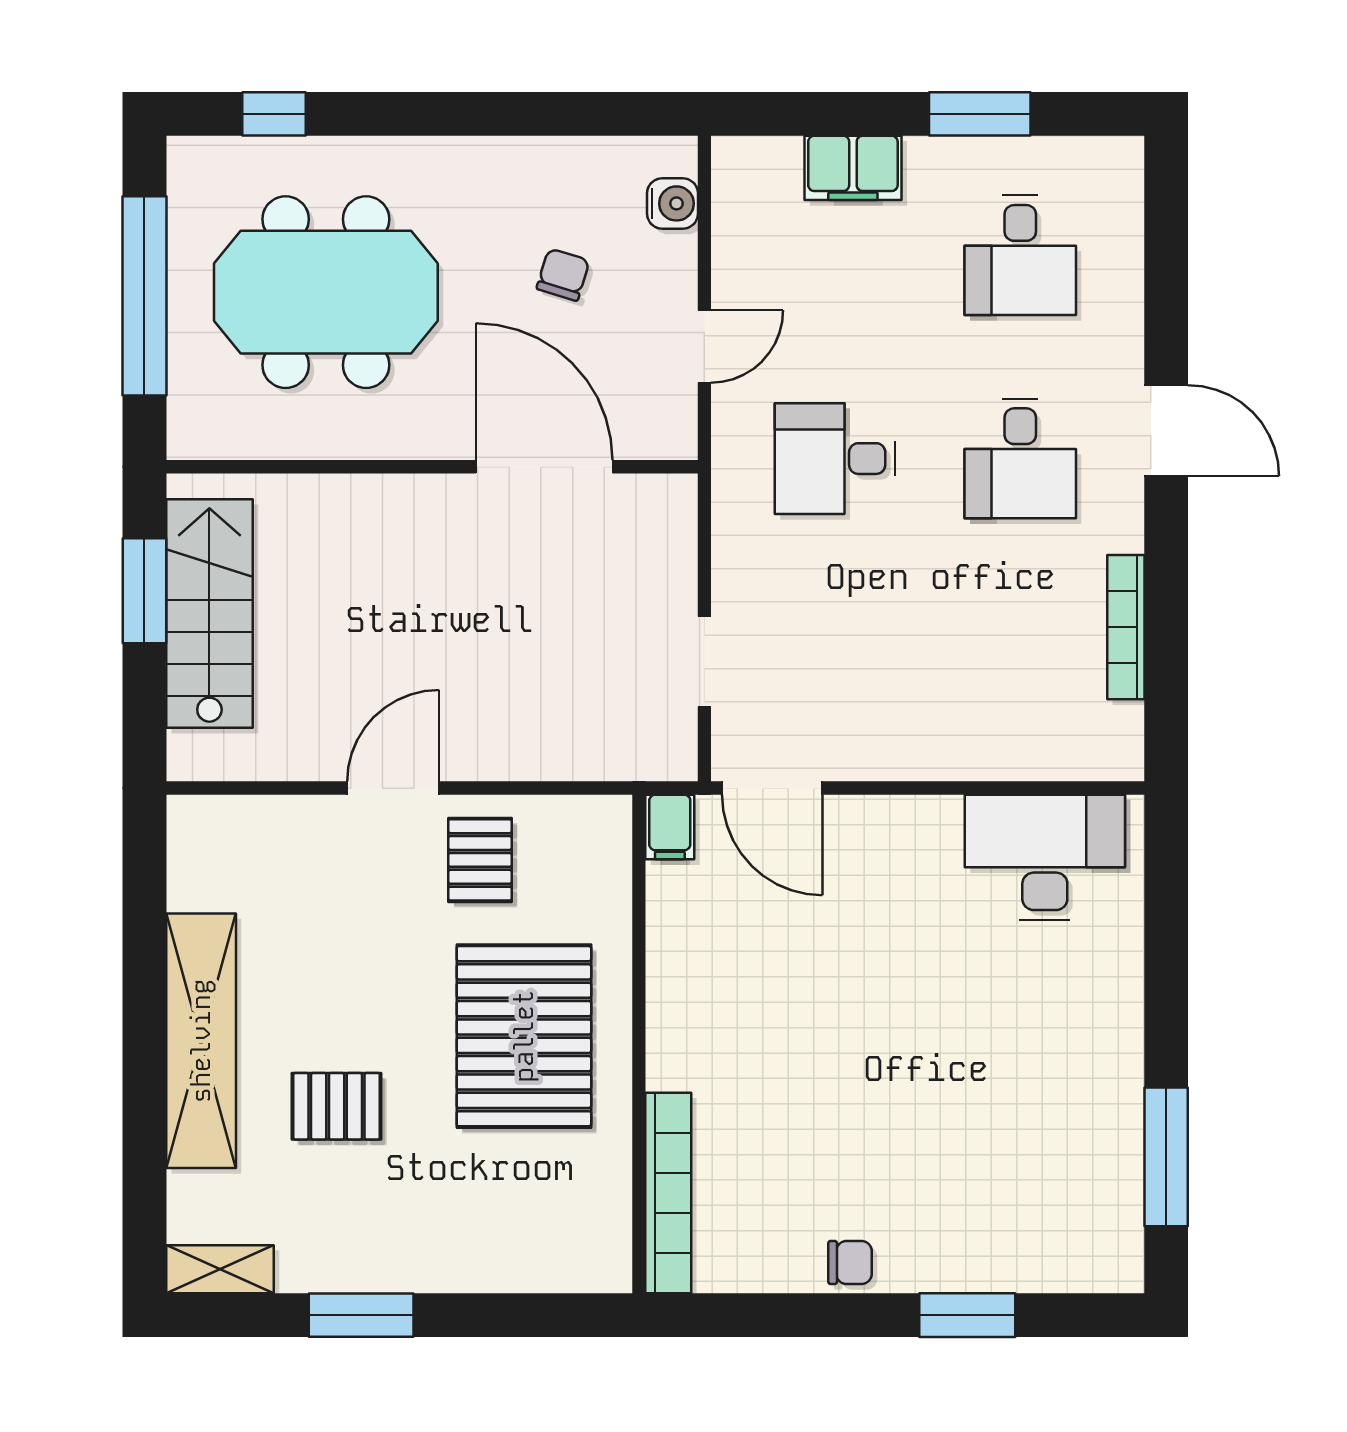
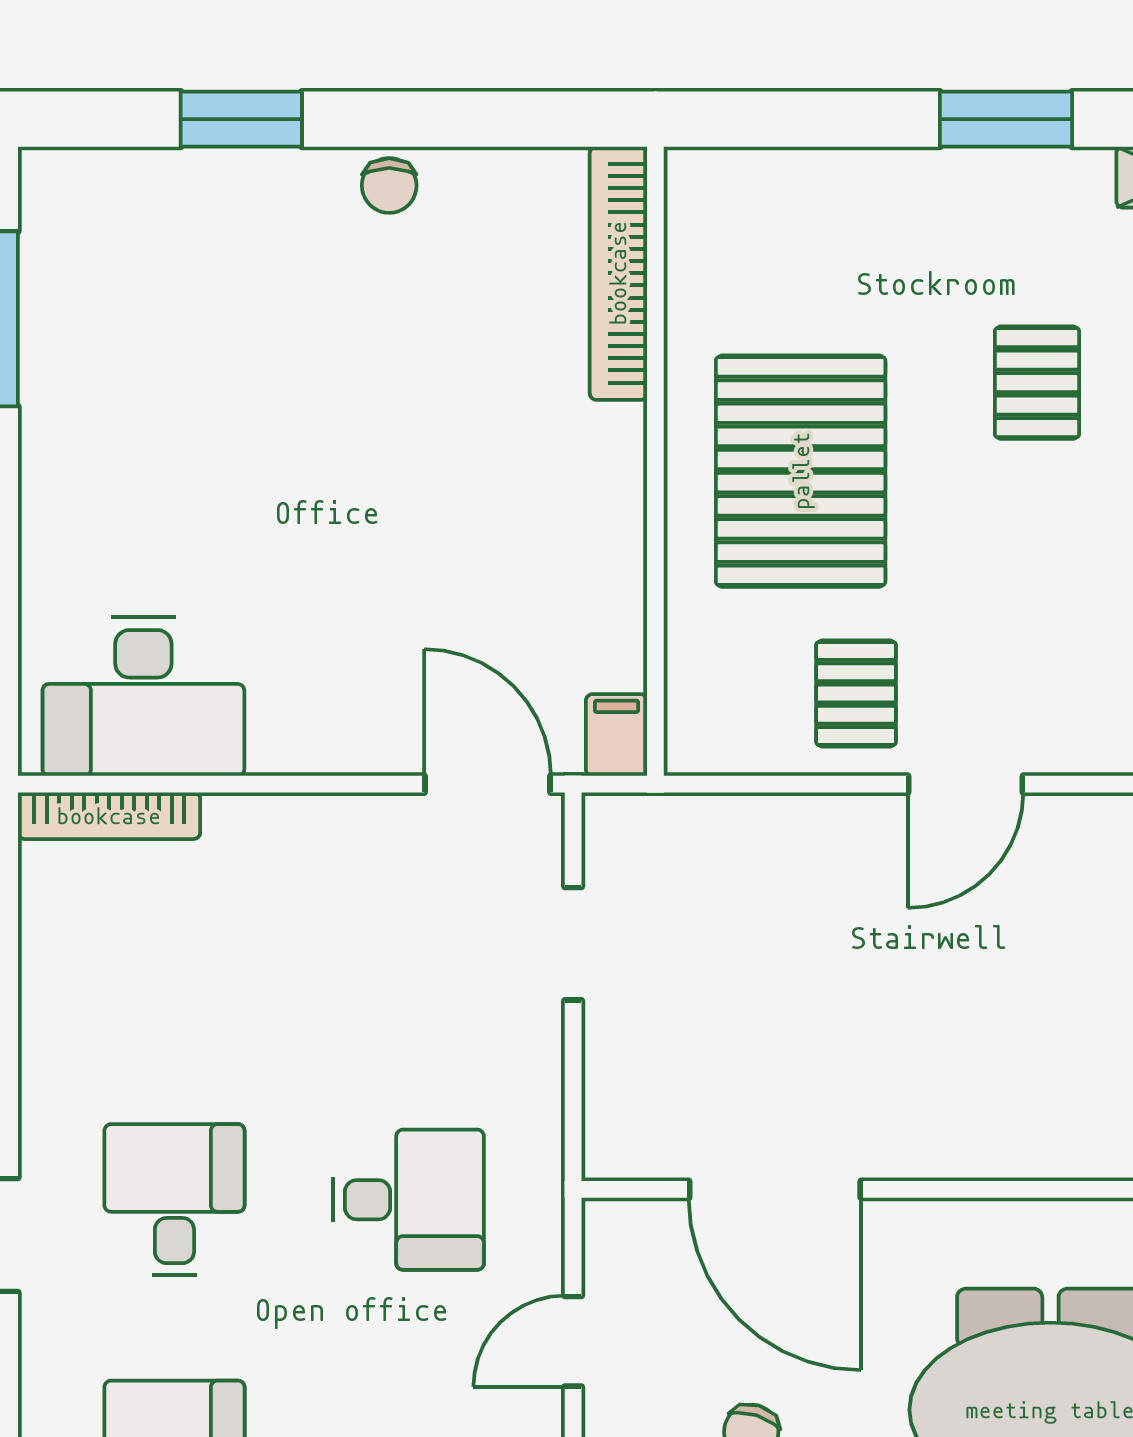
bookcase: (1126, 627) -> (109, 816), moved, turned 90
pallet: (337, 1106) -> (1037, 383), turned 90
chair: (850, 1263) -> (389, 186), turned -90

